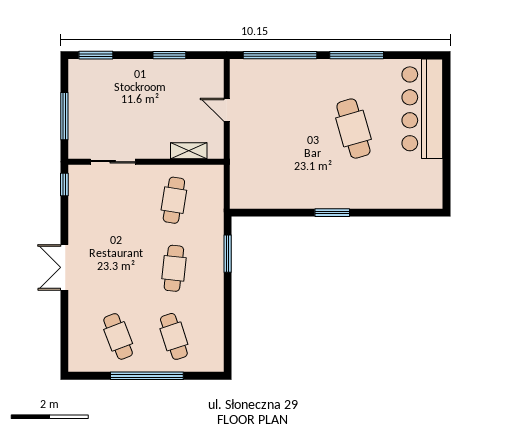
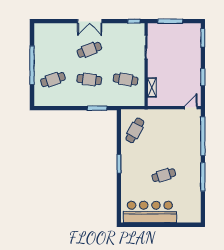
bar counter: (422, 109) -> (150, 212), moved
door: (227, 110) -> (191, 108), moved
cafe table: (353, 129) -> (164, 175), width x0.73, depth x0.74
cafe table: (269, 183) -> (135, 130), added
double door: (64, 267) -> (90, 21), swing flipped
cafe table: (118, 336) -> (89, 50), moved

